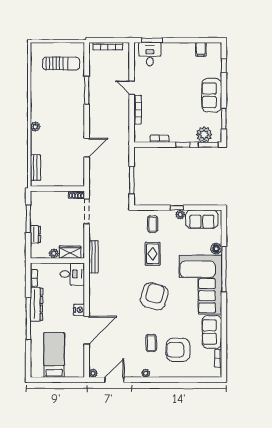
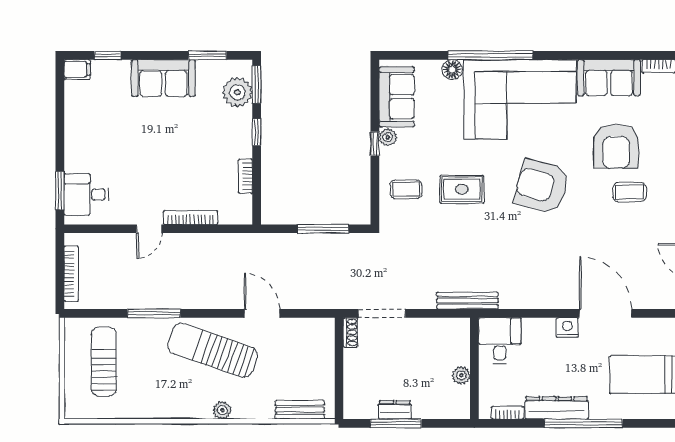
filing cabinet: (201, 49) -> (77, 69), moved
sun lounger: (67, 121) -> (212, 350), added
dresser: (35, 234) -> (395, 410), moved
wardrobe: (70, 252) -> (459, 345), removed
armchair: (178, 350) -> (616, 146), moved

